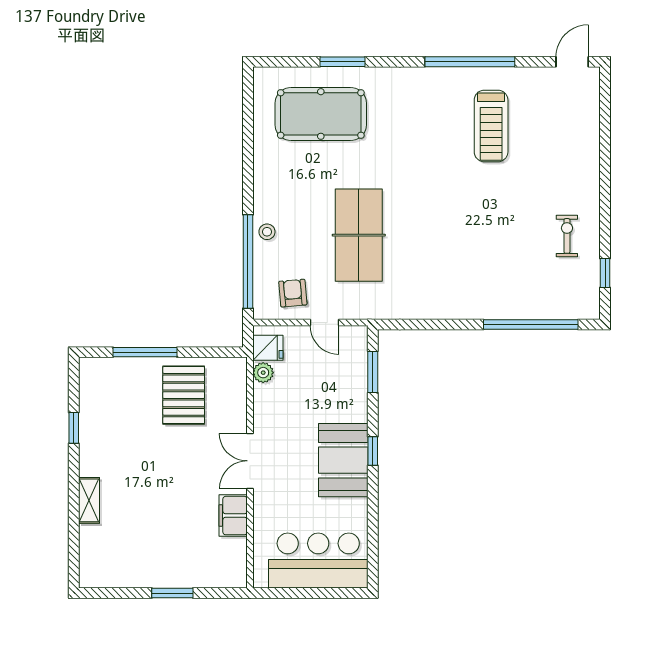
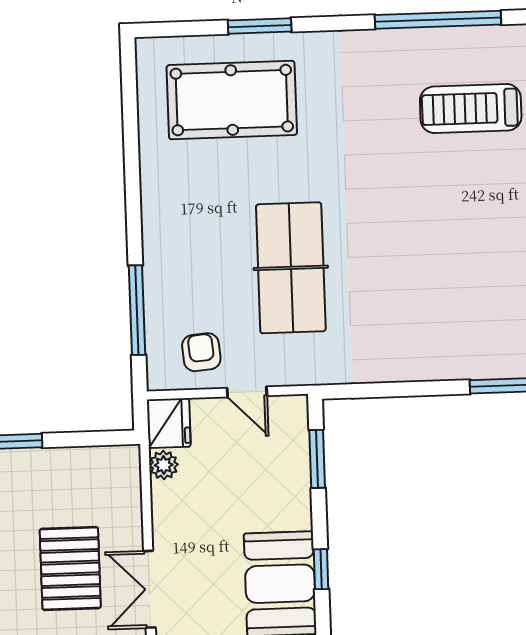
treadmill: (491, 126) -> (471, 109), turned 90
stool: (267, 232) -> (162, 268), removed
window: (248, 261) -> (137, 310), width x0.68
fridge: (268, 348) -> (169, 423), width x1.38
pallet: (184, 395) -> (70, 568), moved

